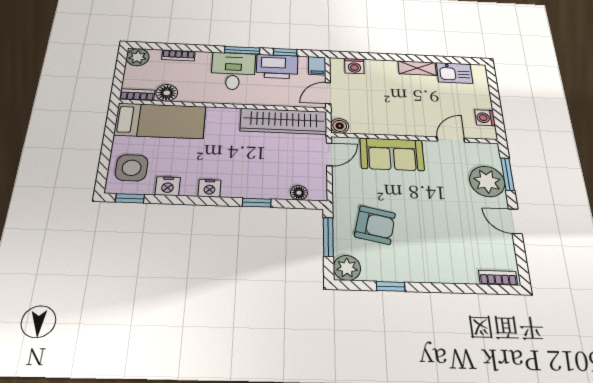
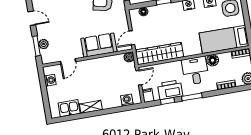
desk: (233, 71) -> (195, 71), moved, turned 180
floor lamp: (167, 93) -> (213, 60), moved
plant: (487, 181) -> (44, 44), width x0.53, depth x0.53

